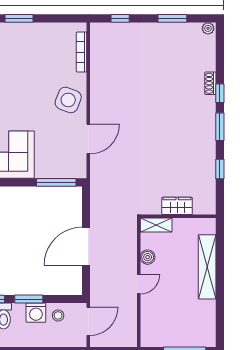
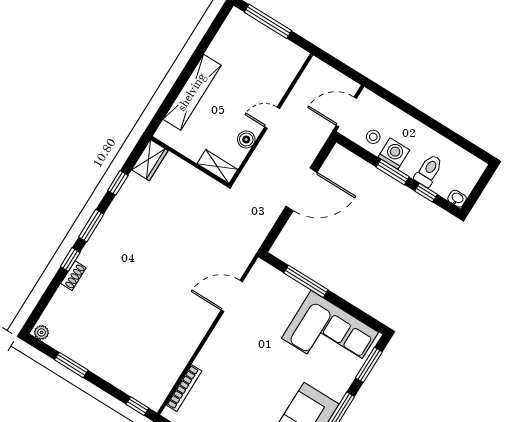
window: (120, 18) -> (137, 406), moved
side table: (68, 100) -> (228, 348), removed
window: (56, 182) -> (306, 281), moved
wardrobe: (177, 206) -> (150, 160), moved, turned -90

